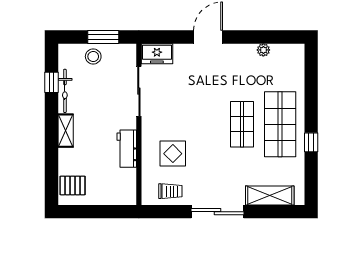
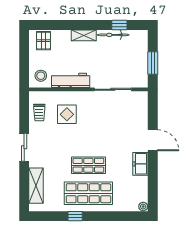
plant: (263, 50) -> (143, 207), moved
freezer: (157, 54) -> (140, 164), moved
stool: (93, 56) -> (41, 76), moved
workbench: (127, 149) -> (71, 80), width x1.37
sliding door: (217, 212) -> (24, 147), width x0.73

